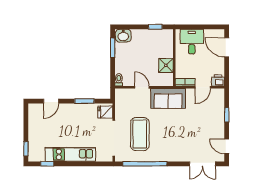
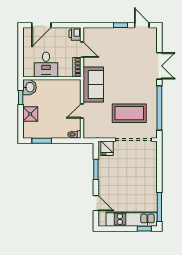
washbasin: (123, 36) -> (30, 87), moved
desk: (192, 42) -> (46, 65), moved, turned -90
shower: (166, 65) -> (30, 114), moved
window: (227, 115) -> (120, 25), moved
door: (227, 146) -> (142, 25), swing flipped
kitchen unit: (70, 154) -> (132, 219), moved, turned 90
window: (47, 164) -> (159, 207), width x2.17
double door: (203, 164) -> (159, 66), moved

